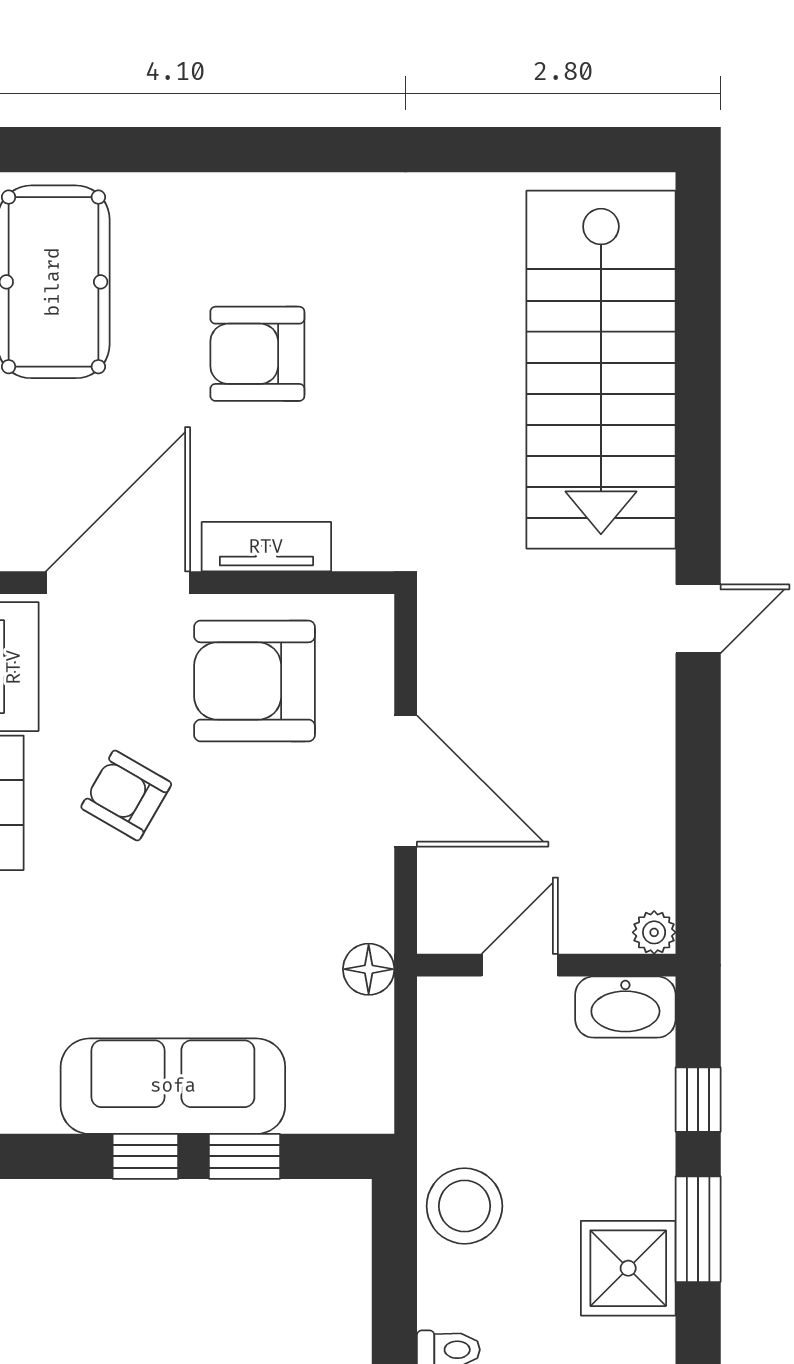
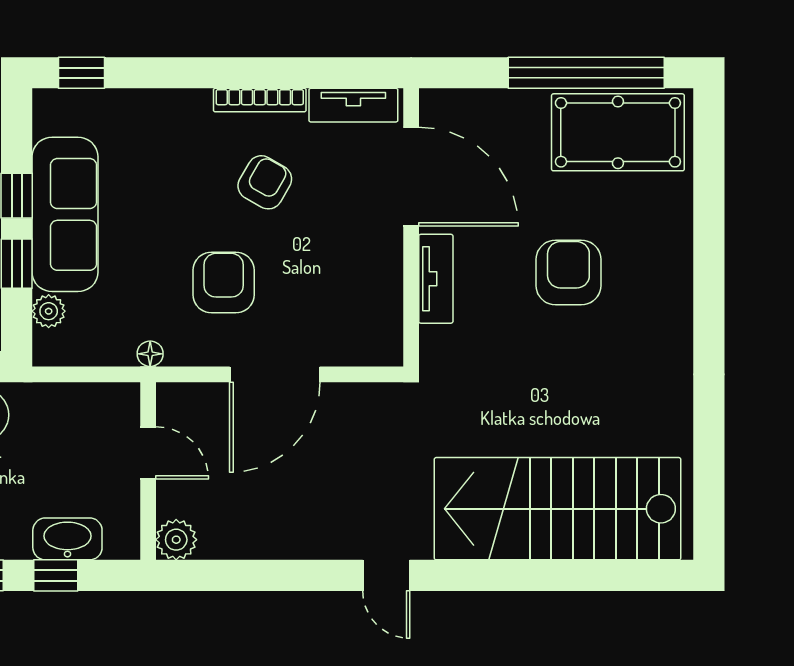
armchair: (255, 681) -> (224, 282), moved, width x0.73, depth x0.73
plant: (654, 932) -> (176, 540), width x1.38, depth x1.38
floor lamp: (369, 969) -> (150, 354), width x0.73, depth x0.73
washbasin: (625, 1007) -> (67, 539), moved, turned 90
plant: (314, 1110) -> (49, 311), added

